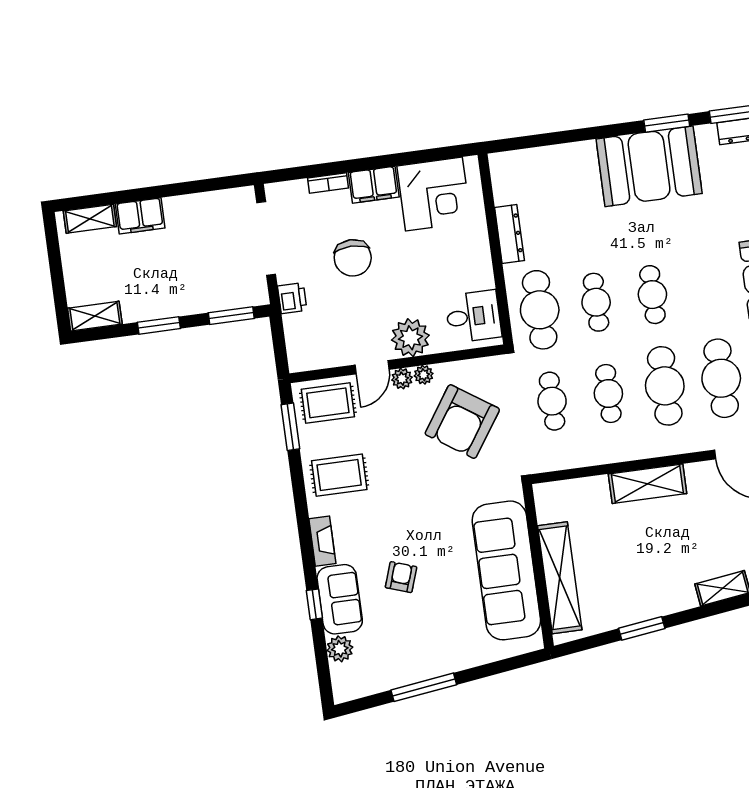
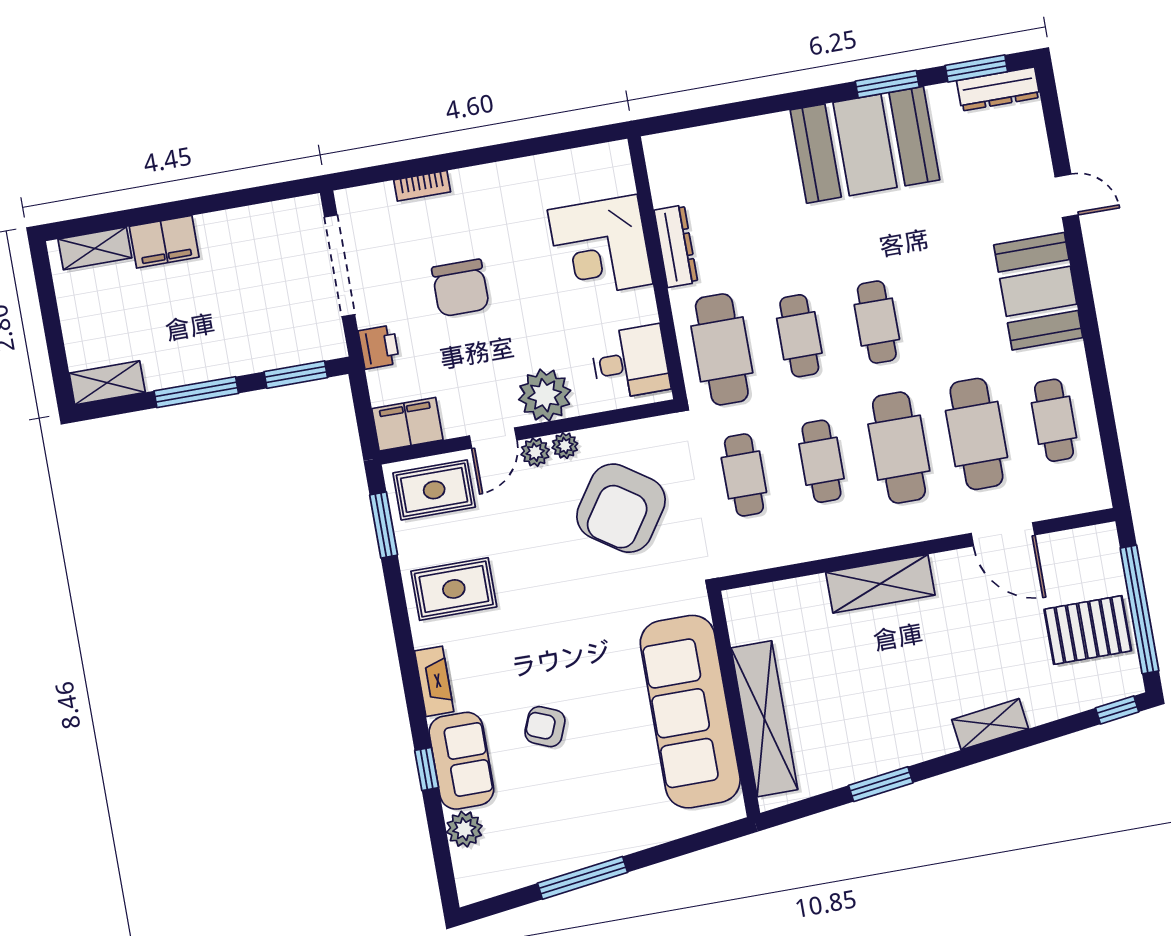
filing cabinet: (374, 185) -> (407, 424), moved, turned 180
corner desk: (434, 194) -> (600, 247), moved, turned 90
window: (159, 325) -> (196, 392), width x1.44
armchair: (401, 577) -> (545, 727), turned -87

